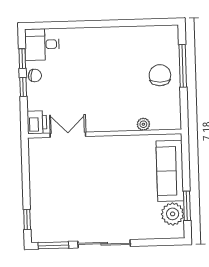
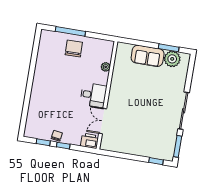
desk: (42, 44) -> (93, 95), moved, turned -90
chair: (160, 75) -> (74, 49), turned 89
sofa: (170, 171) -> (148, 56), width x0.73

